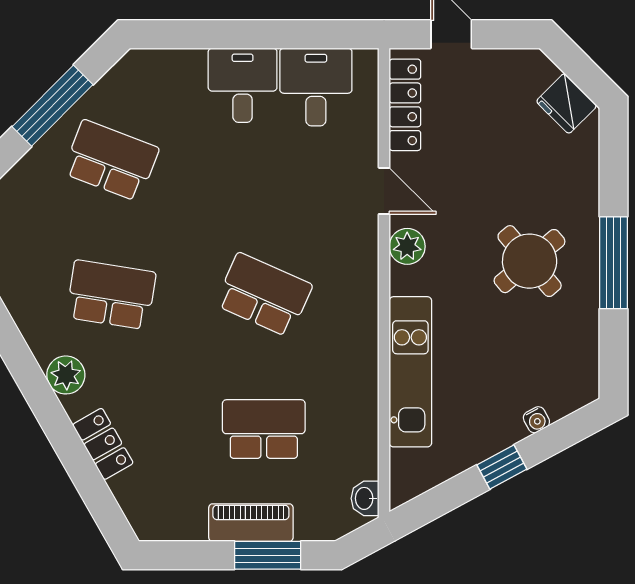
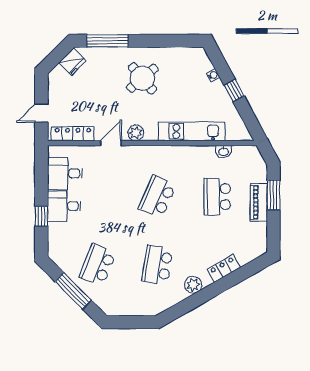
window: (220, 34) -> (41, 216), added
window: (614, 263) -> (107, 41), moved
washbasin: (365, 498) -> (224, 152), moved

